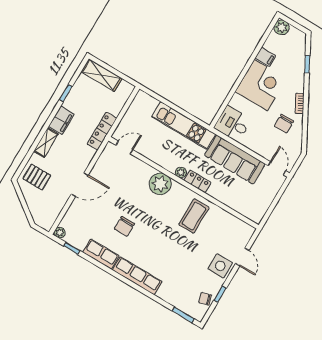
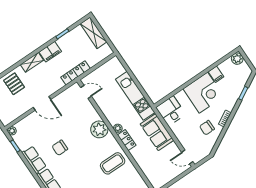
sofa: (235, 160) -> (157, 132), width x0.73
door: (277, 168) -> (187, 157), swing flipped

